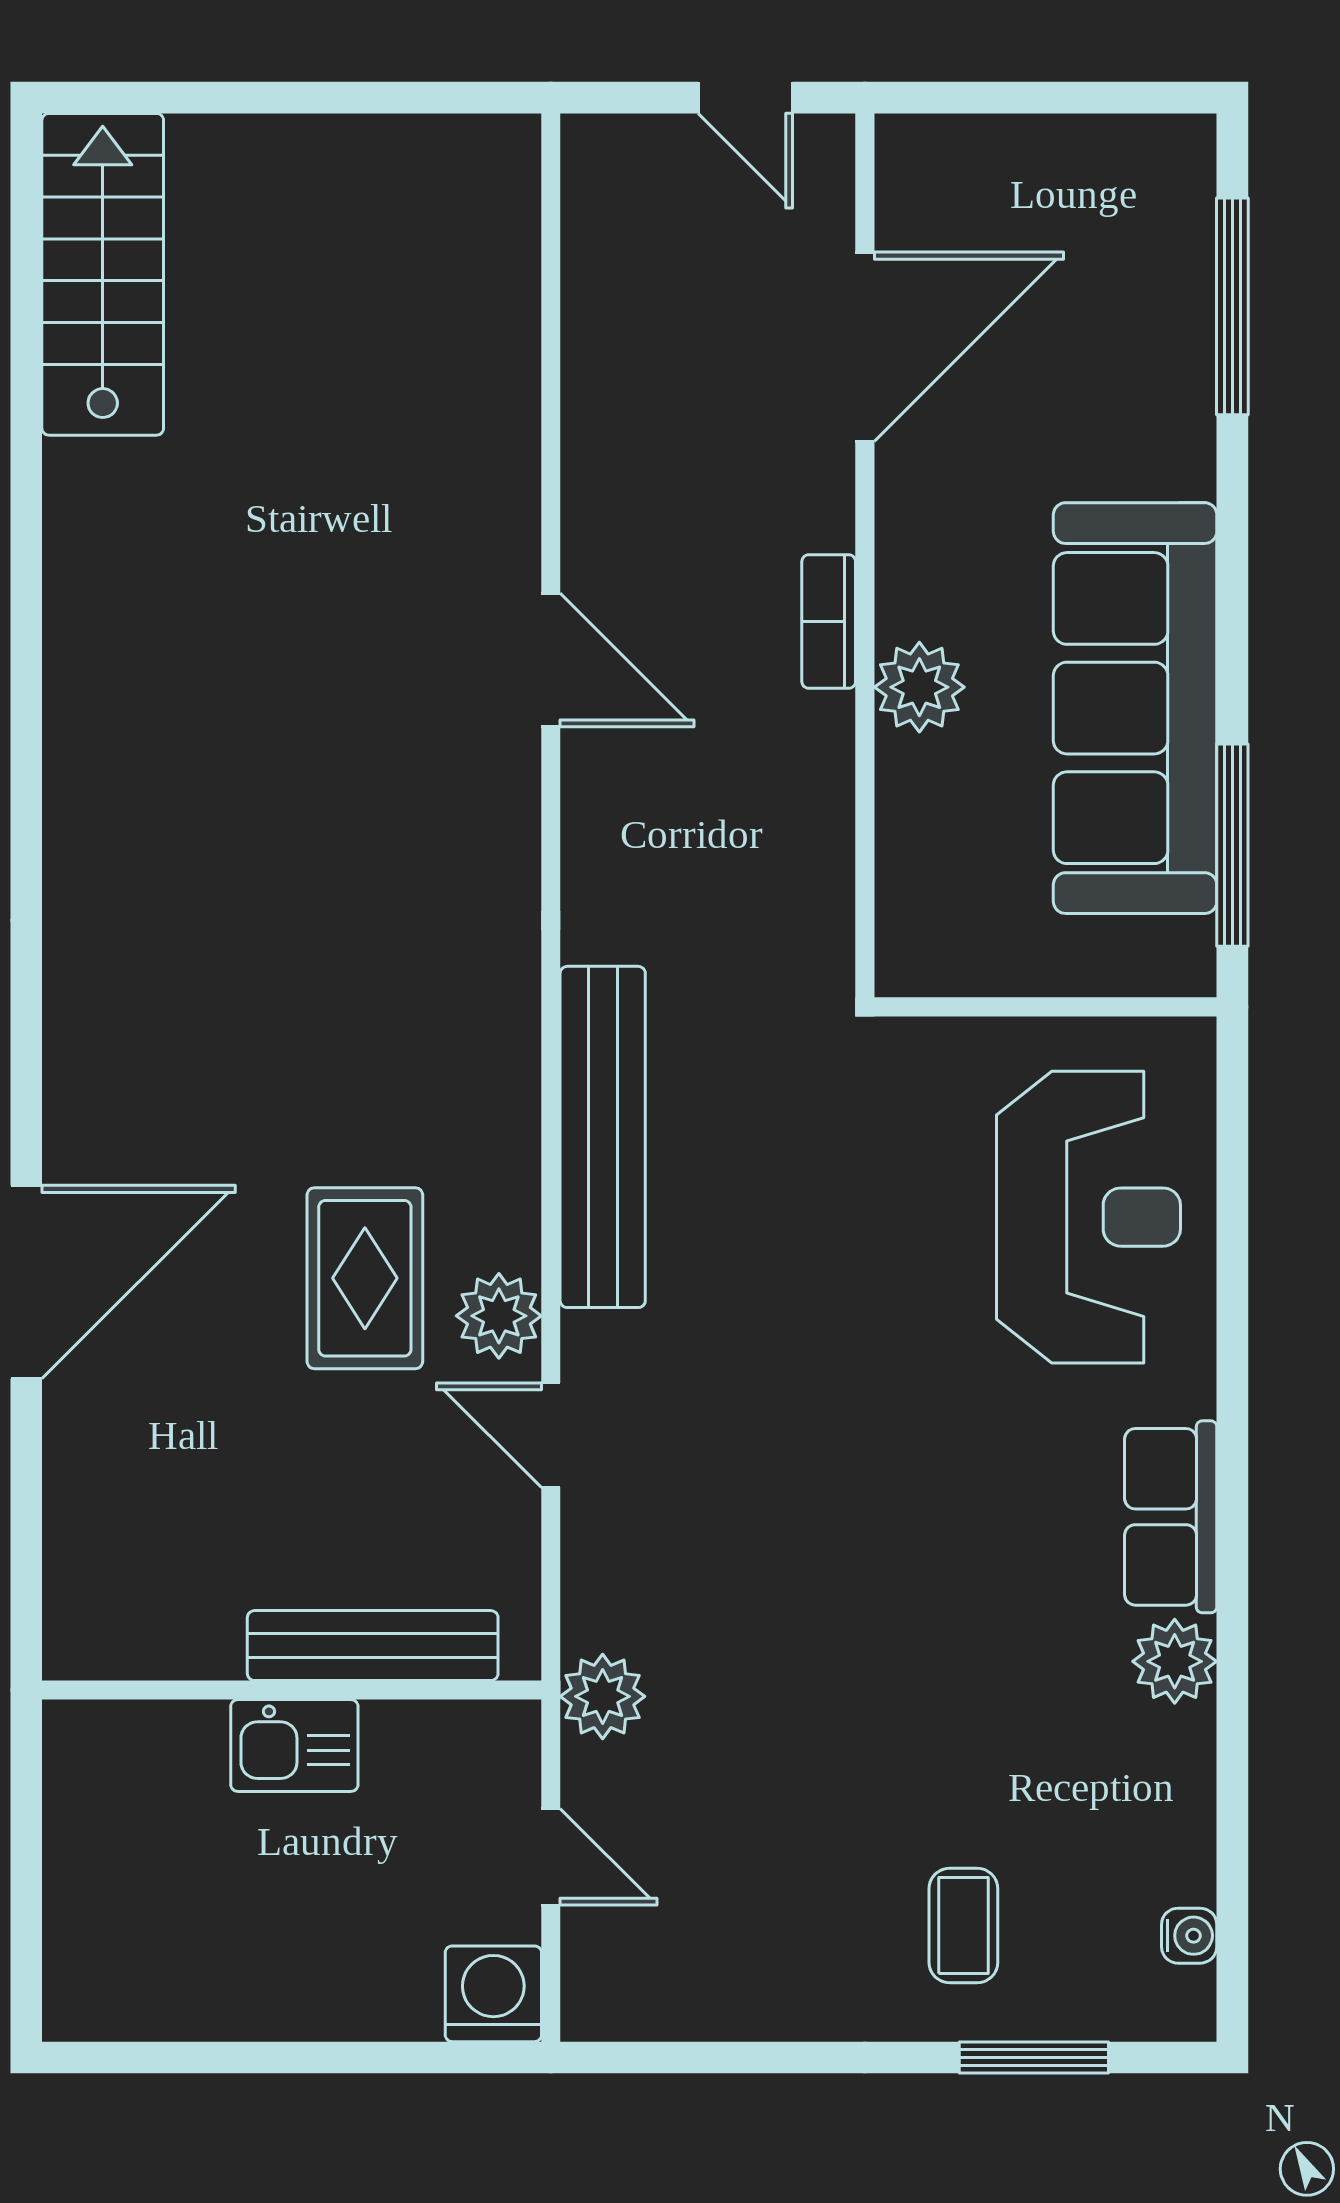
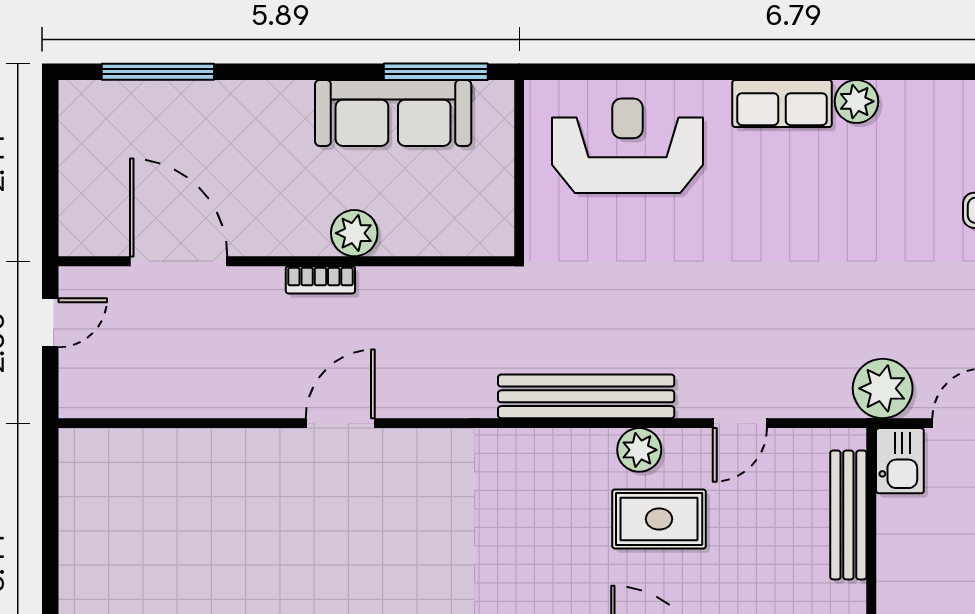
sofa: (1135, 708) -> (393, 113), width x0.74, depth x0.79
plant: (499, 1316) -> (639, 450), moved
plant: (603, 1696) -> (883, 388), width x1.36, depth x1.36
kitchen sink: (294, 1746) -> (900, 461), moved

